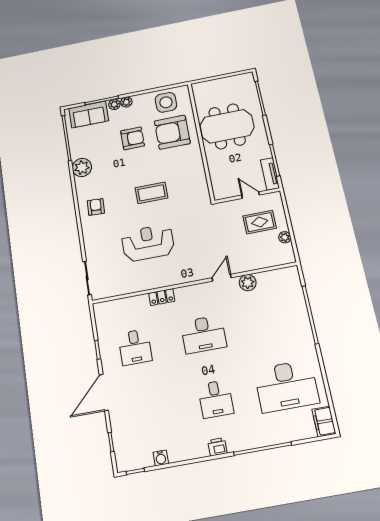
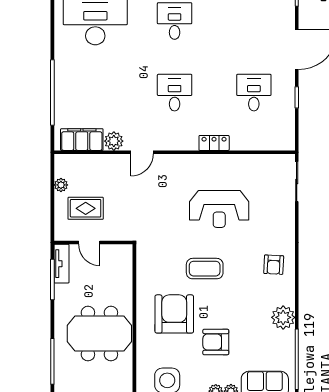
armchair: (172, 132) -> (174, 314), moved, turned -90
filing cabinet: (275, 279) -> (82, 140), added
desk: (204, 334) -> (175, 93), width x0.73

